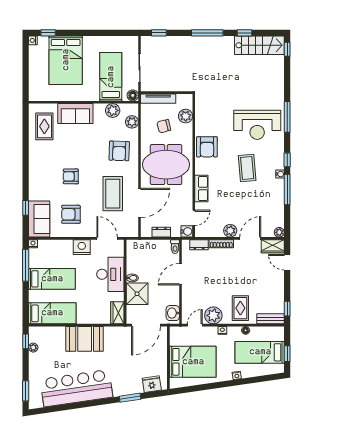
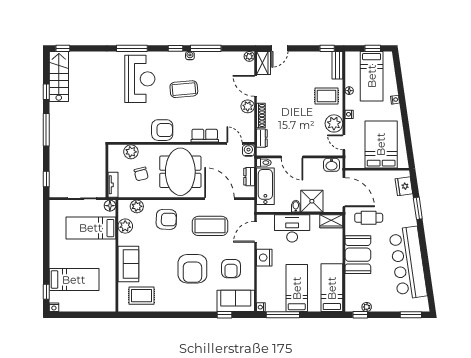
bed: (66, 60) -> (74, 280), width x0.67
tv unit: (158, 99) -> (113, 185), width x0.71
armchair: (71, 176) -> (192, 269), width x1.88, depth x1.88
bathtub: (152, 248) -> (265, 186), added
cafe table: (121, 350) -> (369, 218), added

